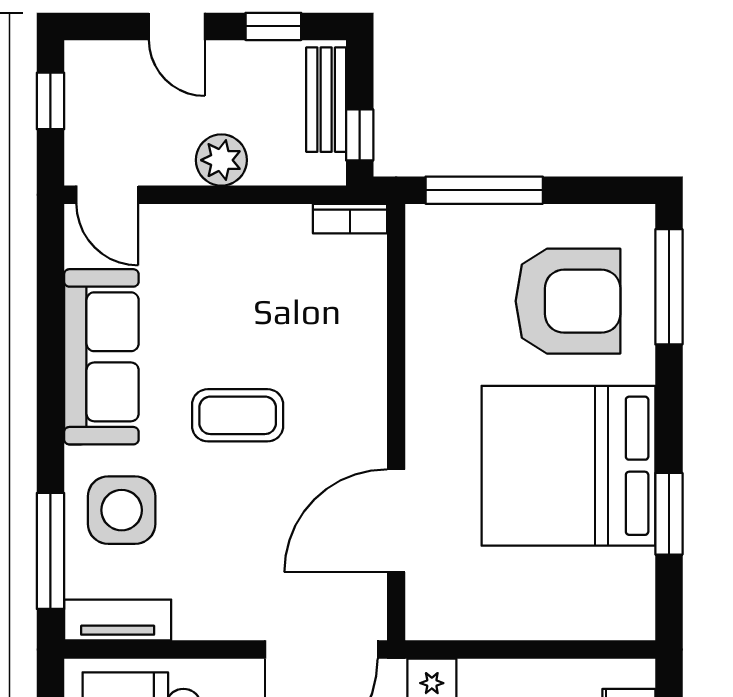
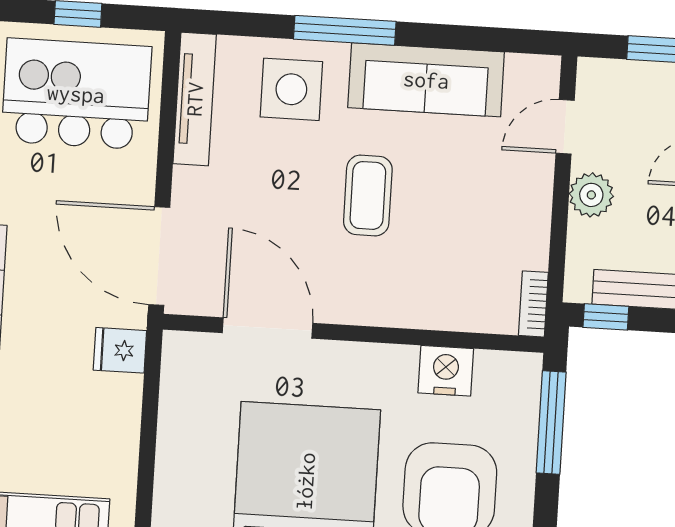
door: (107, 195) -> (565, 127), moved
nightstand: (432, 314) -> (446, 371), added
window: (50, 551) -> (345, 30), moved
tv unit: (118, 620) -> (195, 99), width x1.41

